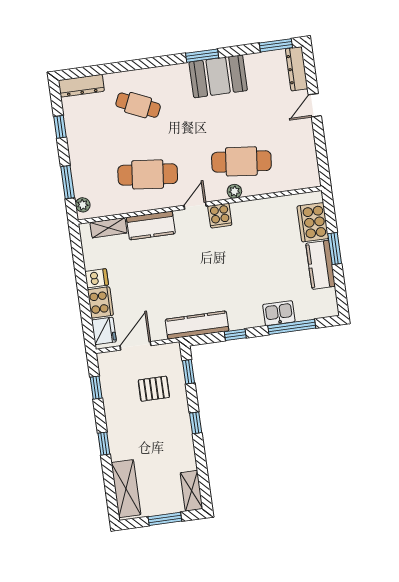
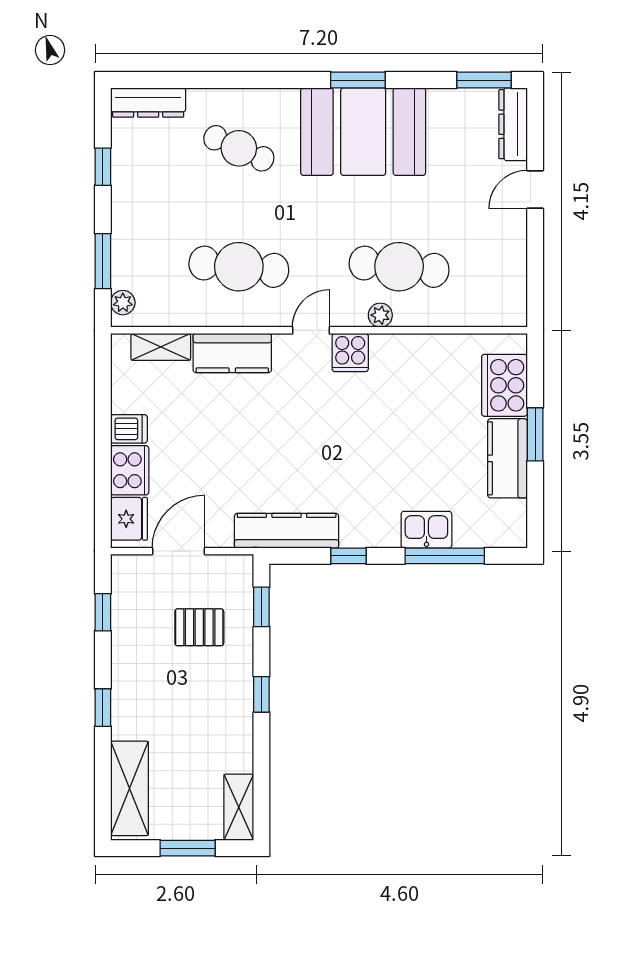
booth: (218, 76) -> (363, 132), width x1.36, depth x1.42

